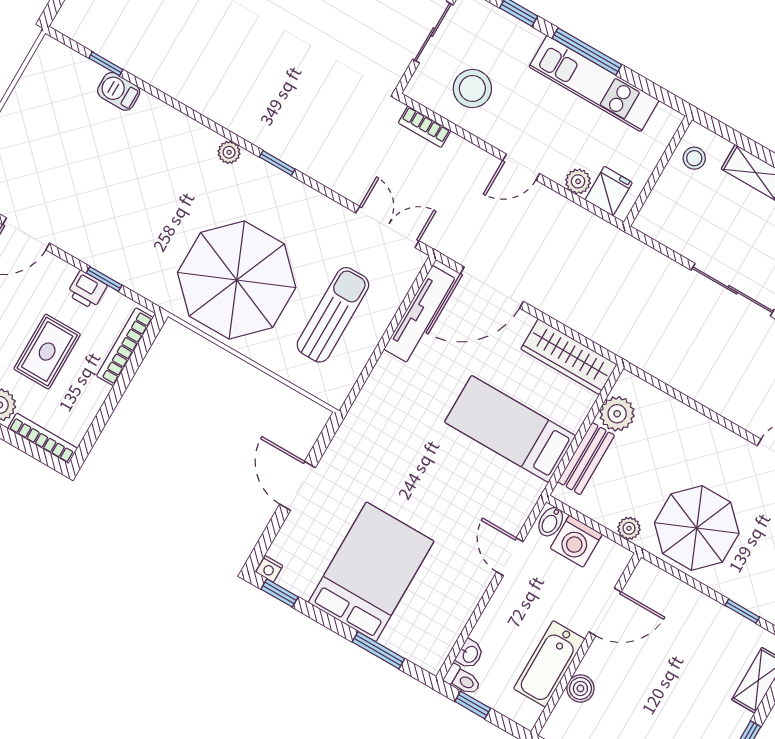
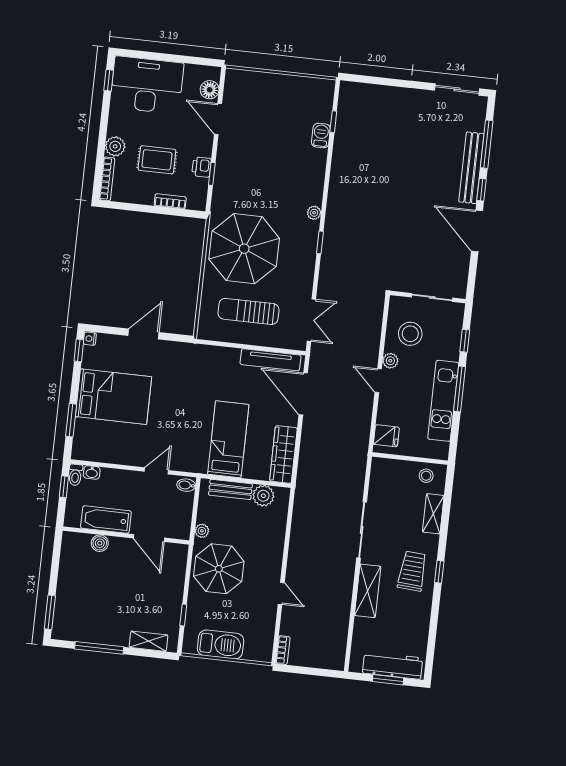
bookcase: (425, 127) -> (377, 316), removed
plant: (578, 181) -> (390, 361), moved
sun lounger: (333, 315) -> (248, 311), turned 180
bookcase: (125, 347) -> (170, 201), width x0.64
washing machine: (576, 541) -> (181, 504), removed

